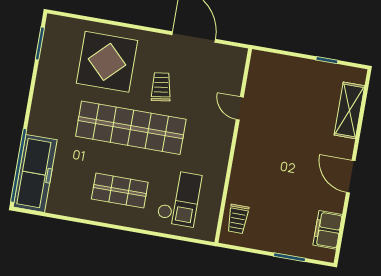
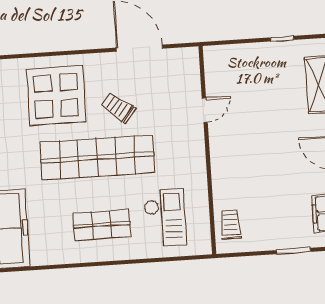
trolley: (161, 87) -> (118, 108), turned -44
door: (240, 108) -> (205, 110), swing flipped
trolley: (238, 219) -> (230, 225), turned 180

